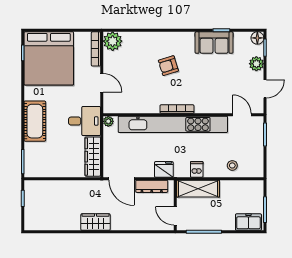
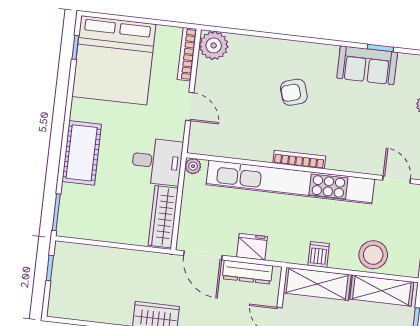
stool: (232, 165) -> (373, 255), width x1.89, depth x1.89
fridge: (164, 169) -> (252, 247), moved
shelving: (241, 188) -> (382, 291), added

